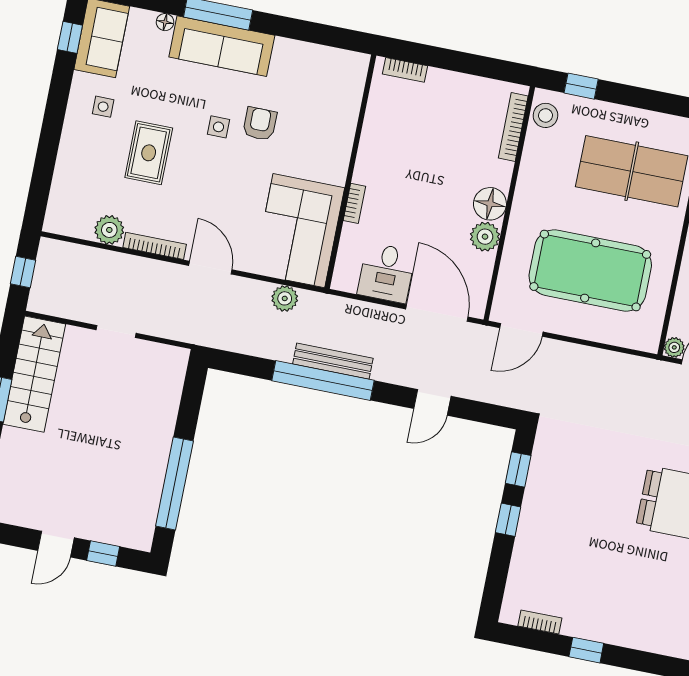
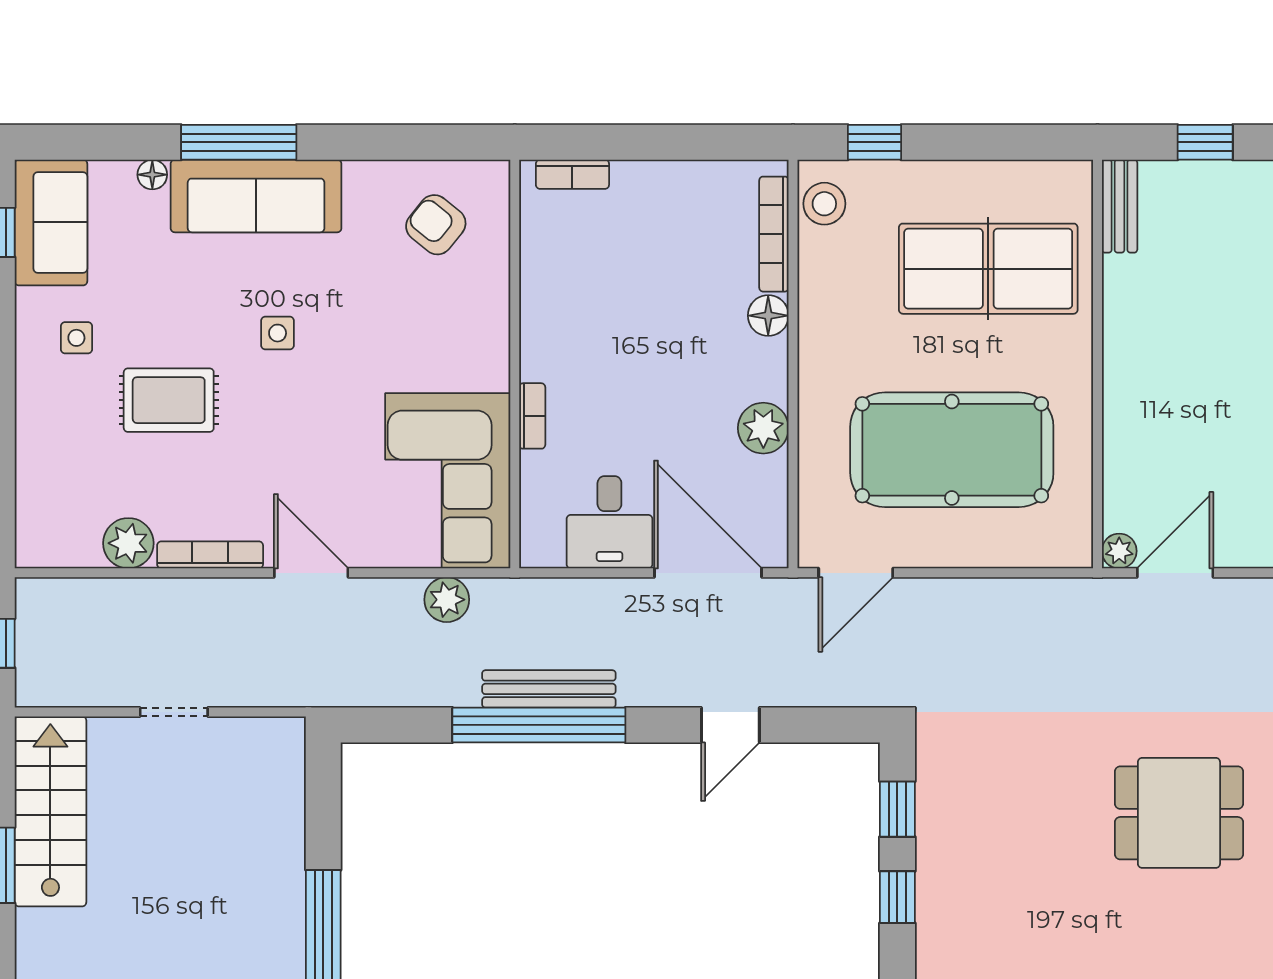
armchair: (260, 124) -> (436, 225), moved, turned -51
rug: (149, 153) -> (169, 400), turned 90
floor lamp: (490, 204) -> (768, 316), moved, width x0.73, depth x0.73

